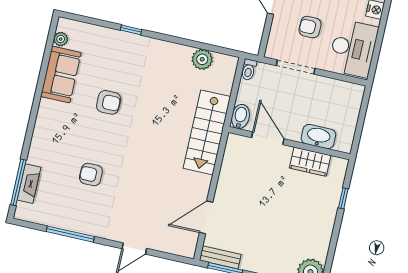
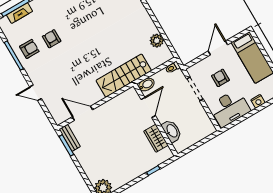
armchair: (109, 102) -> (29, 49), moved, turned -90

